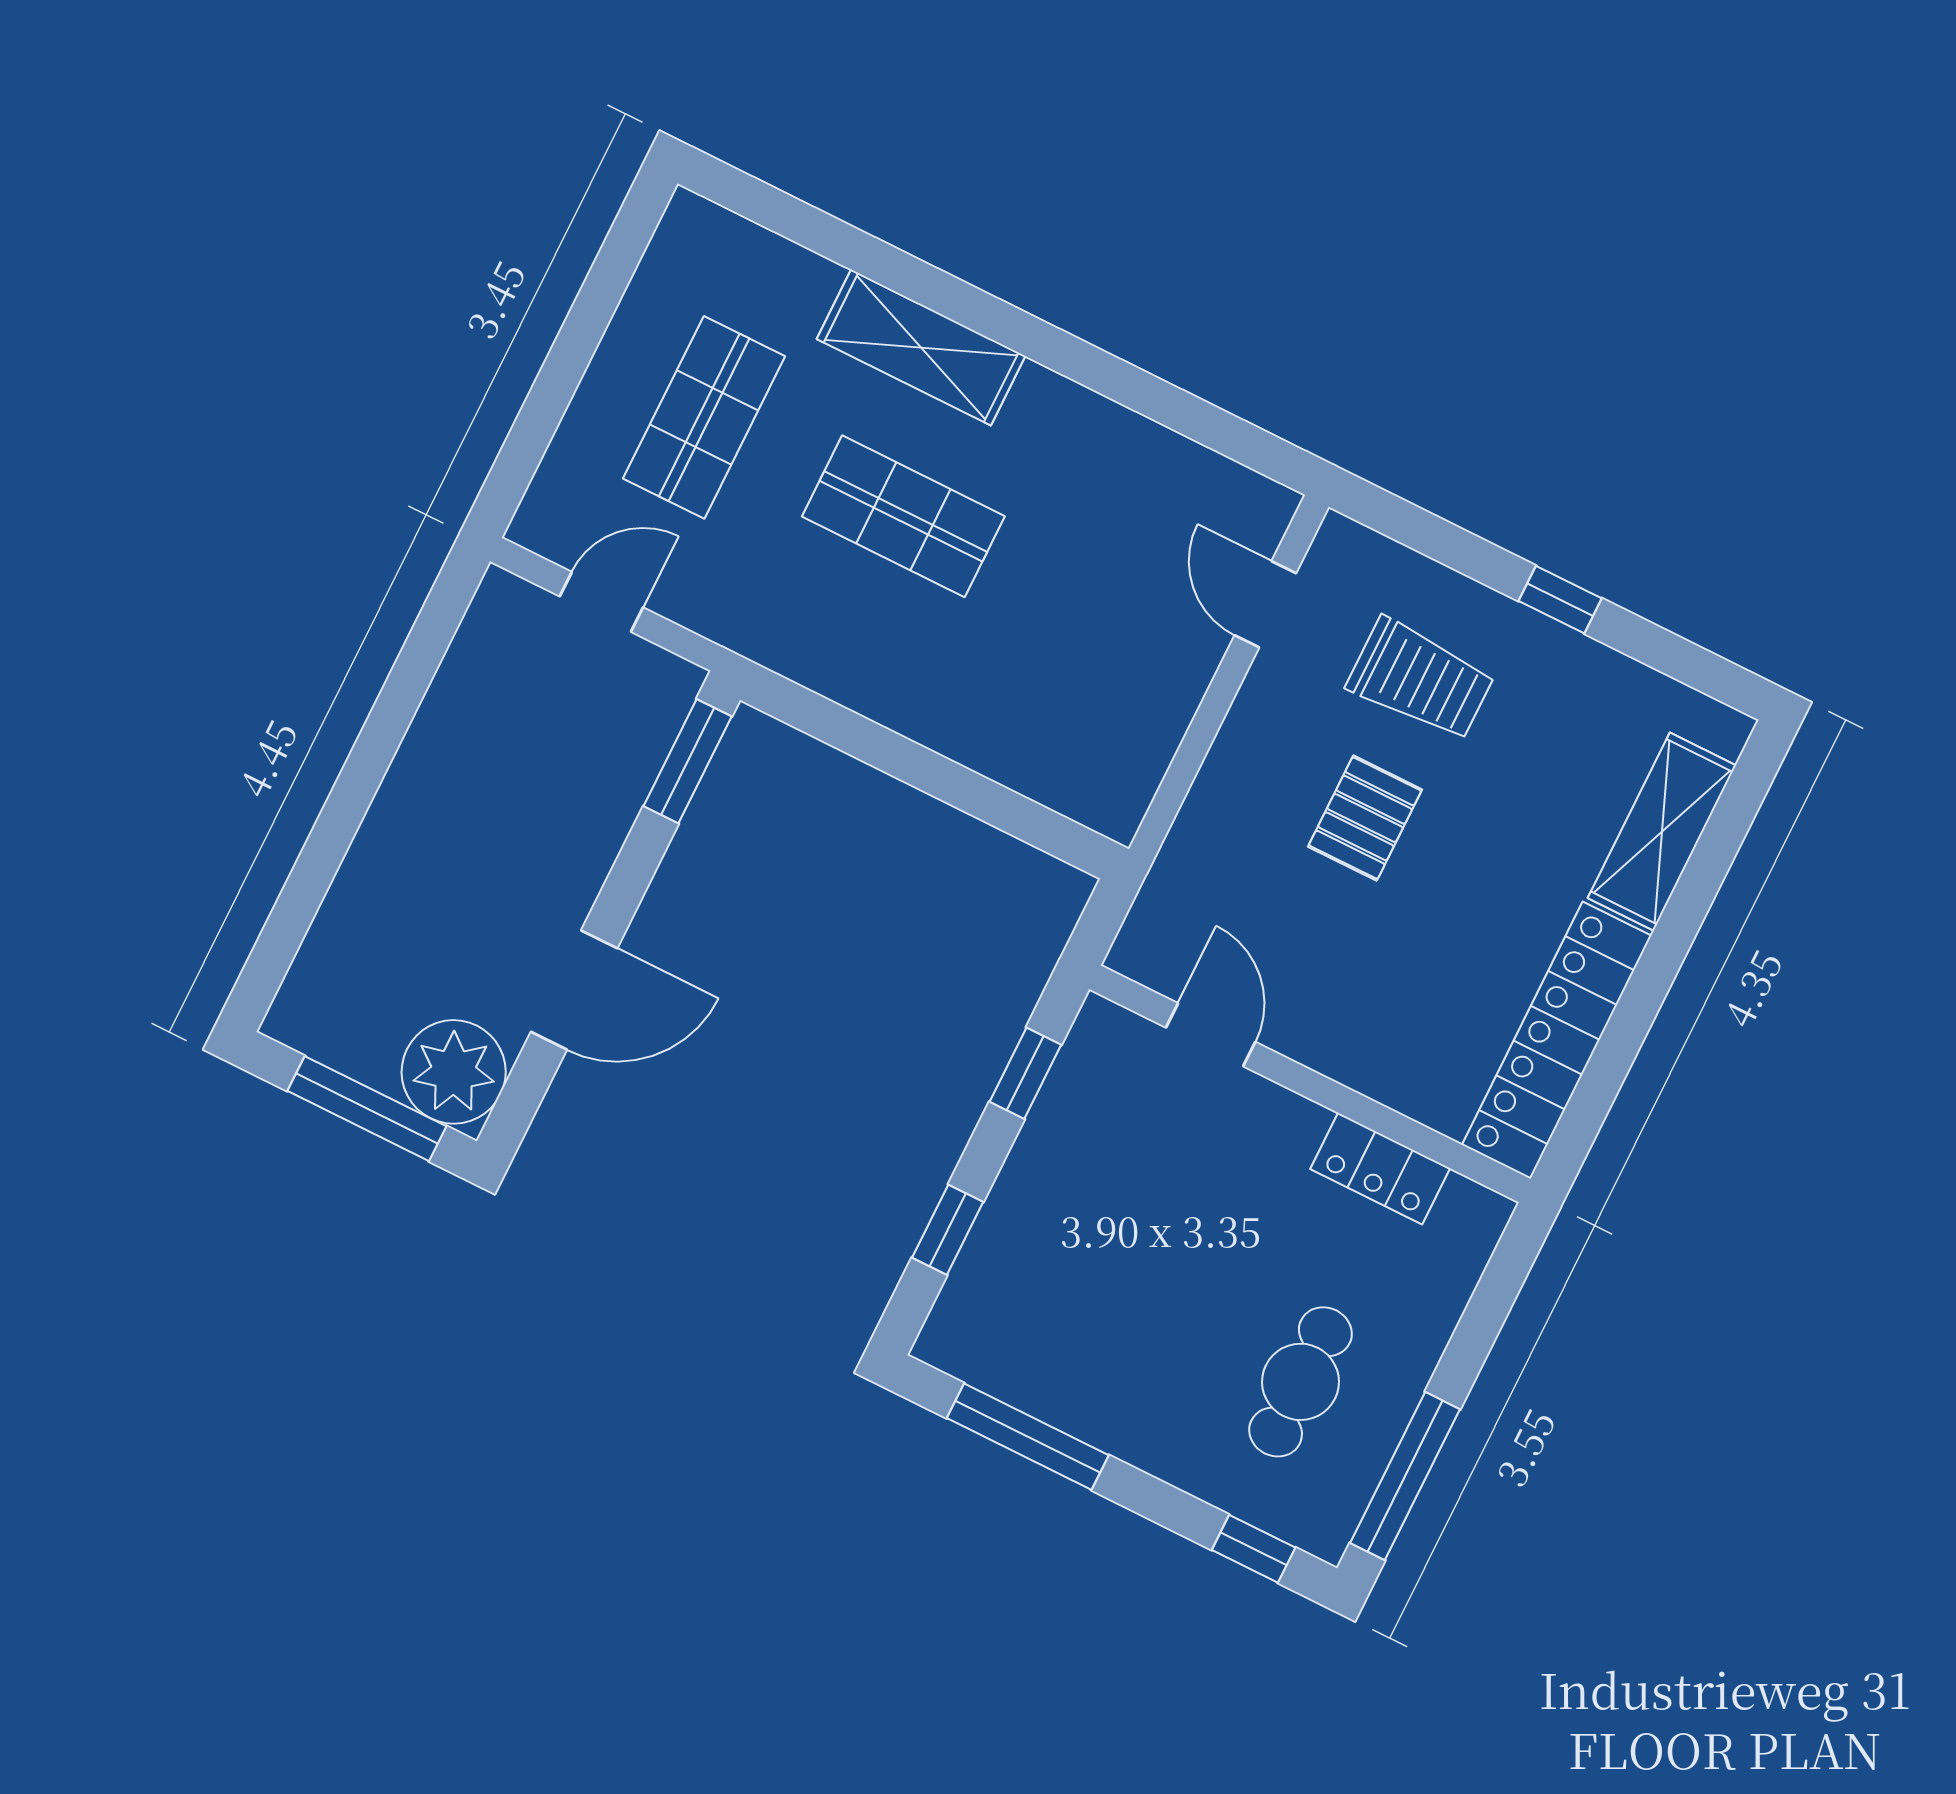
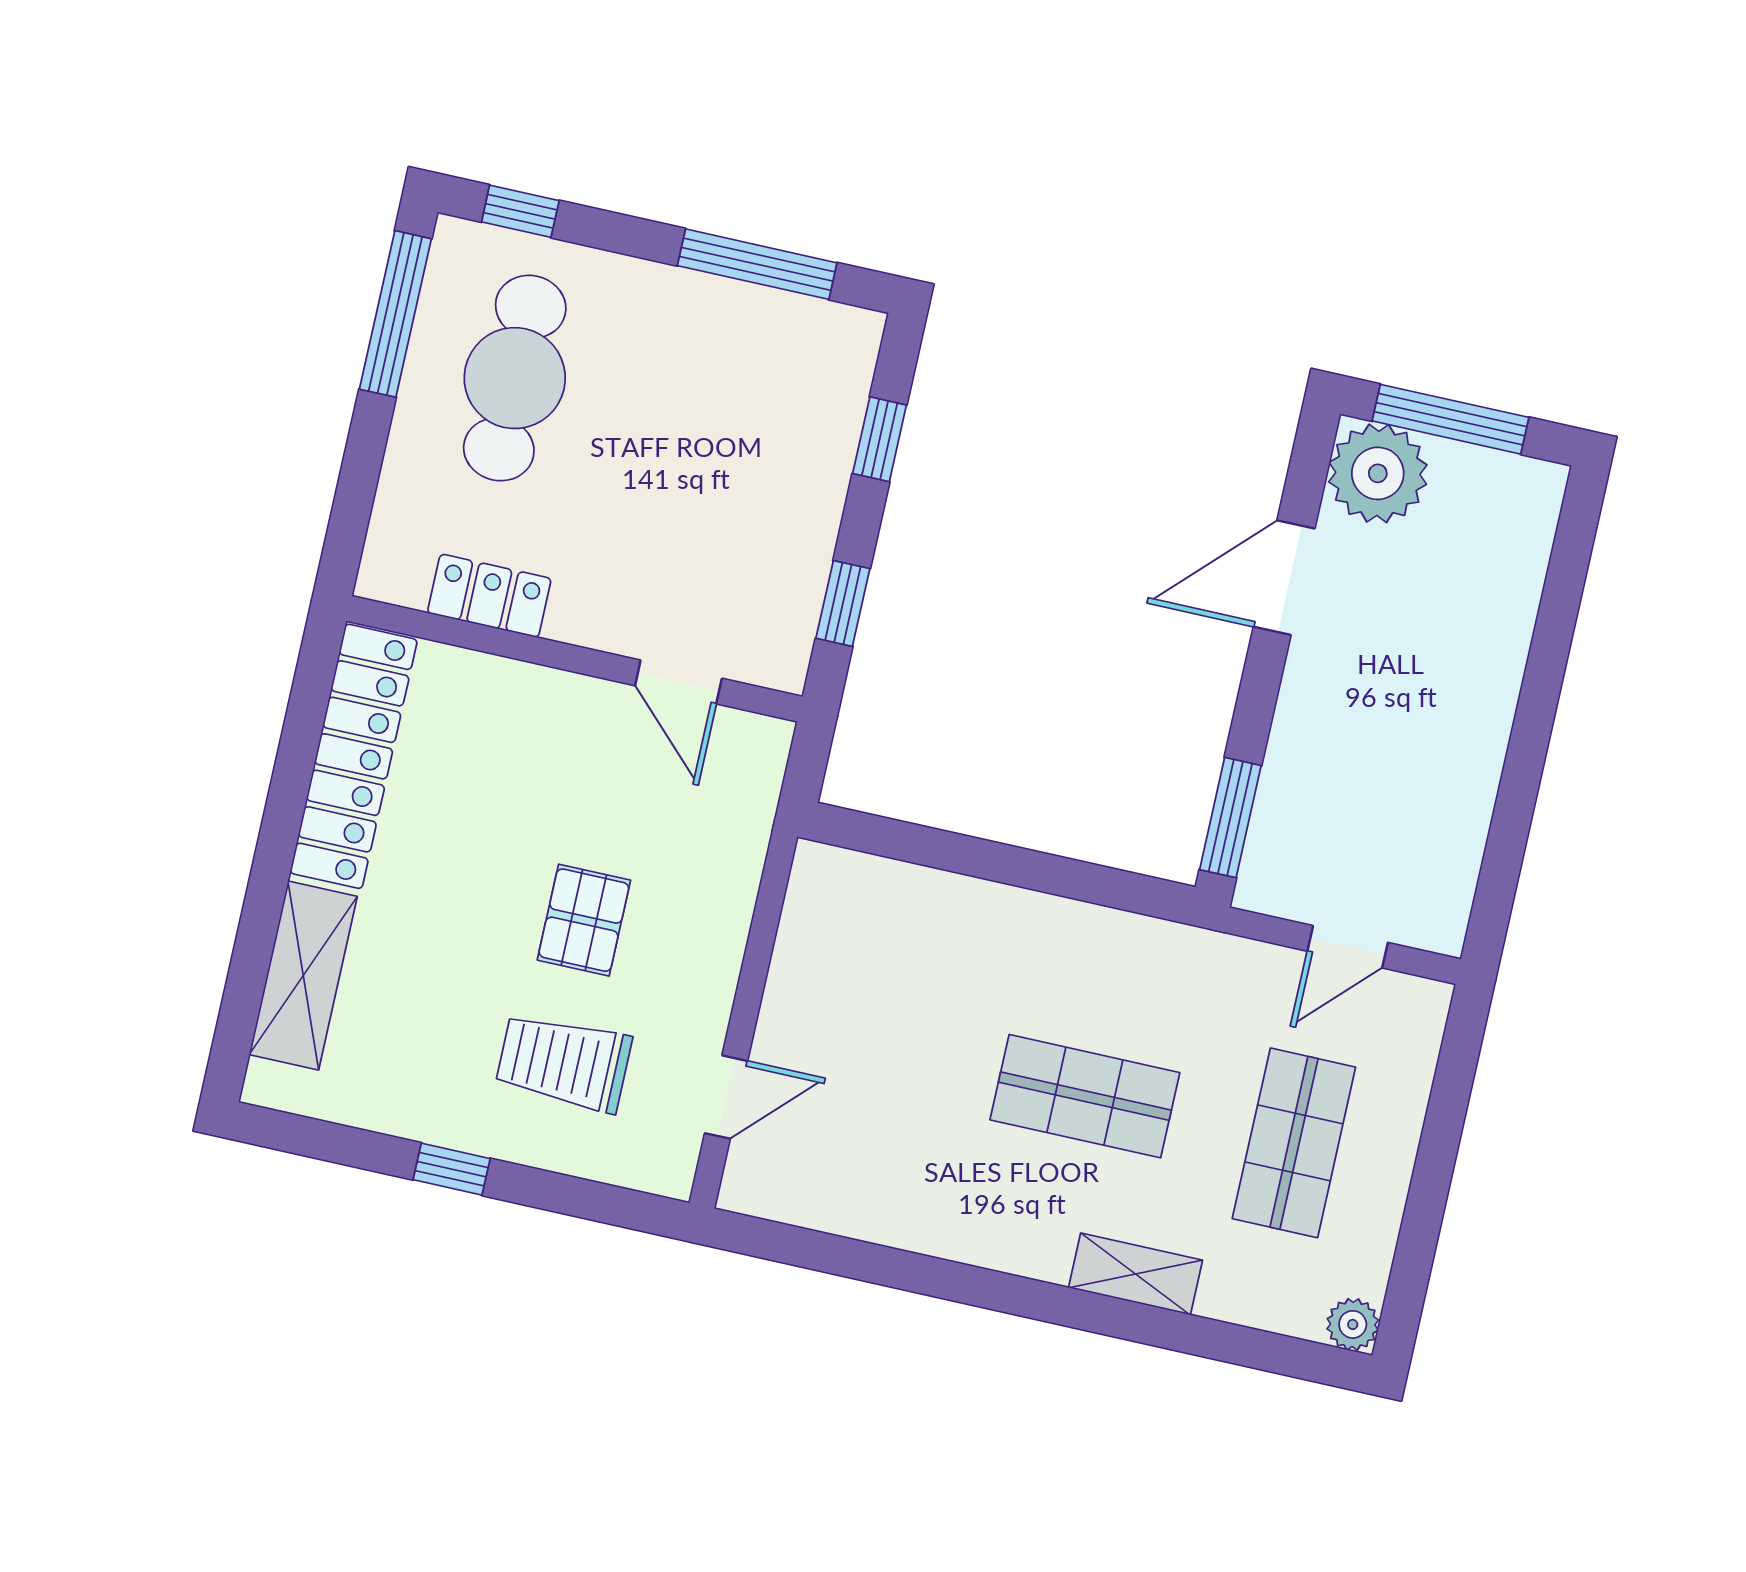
plant: (690, 220) -> (1353, 1324), added
shelving: (921, 348) -> (1135, 1274), width x0.67, depth x0.75
door: (1265, 604) -> (726, 1097), hinge flipped
cafe table: (1300, 1382) -> (515, 378), width x1.37, depth x1.35

